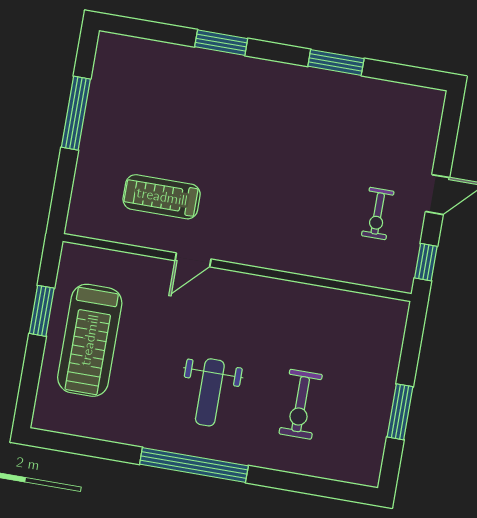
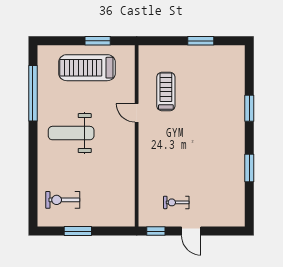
window: (76, 113) -> (201, 41), width x0.69
weight bench: (210, 392) -> (71, 133), width x1.36, depth x1.33
exercise bike: (301, 404) -> (63, 200), moved
window: (194, 465) -> (33, 93), moved

